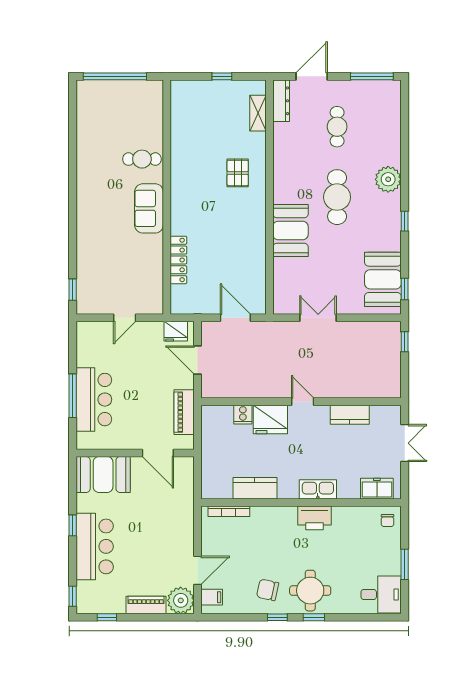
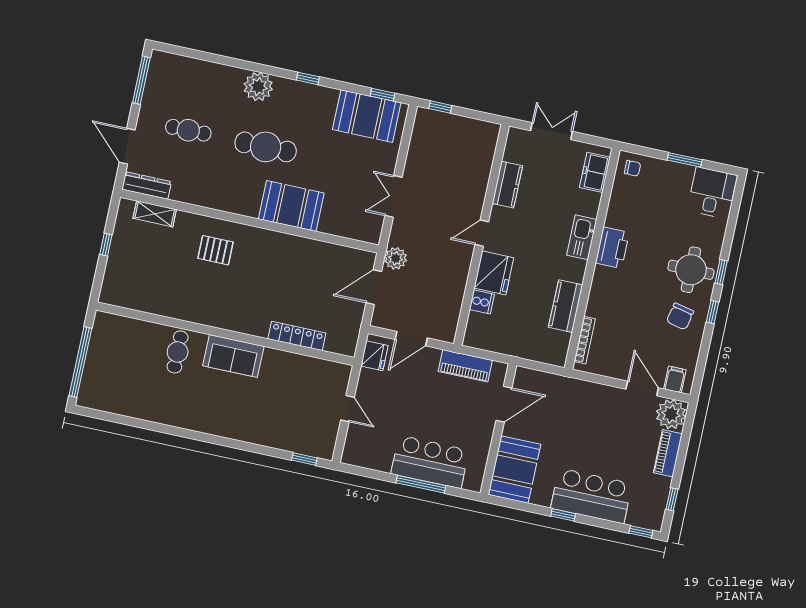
plant: (264, 331) -> (396, 258), added

